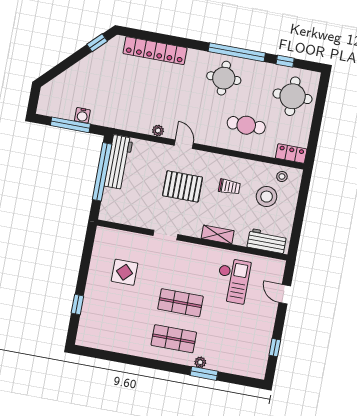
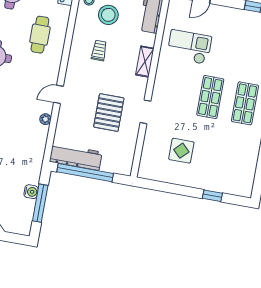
pallet: (183, 186) -> (109, 113), moved

